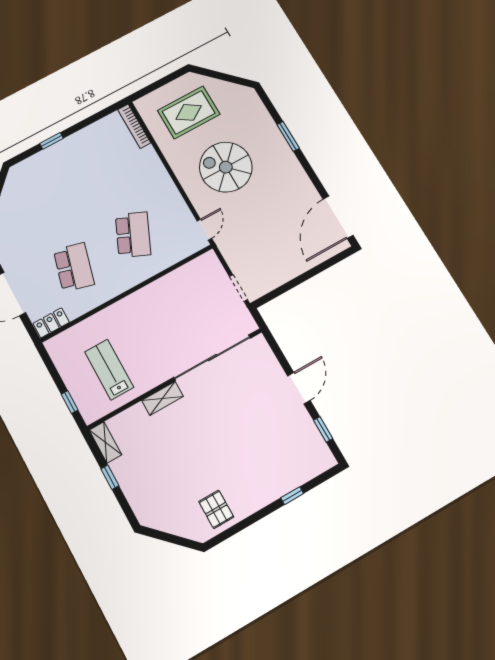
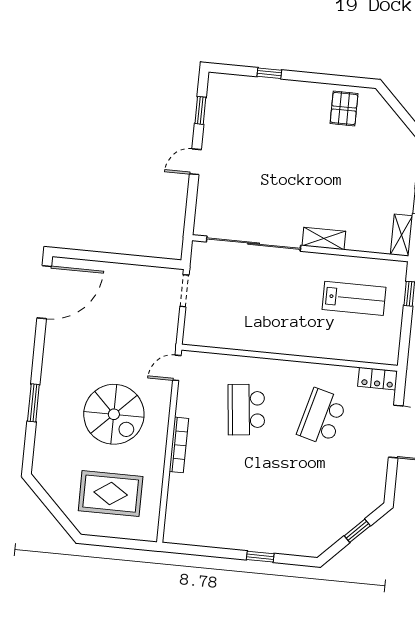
bookcase: (134, 126) -> (179, 445), moved
school desk: (133, 235) -> (246, 410), turned -30
lab bench: (109, 370) -> (354, 298), turned -90
door: (299, 388) -> (195, 162), width x0.73

